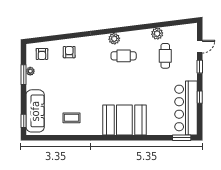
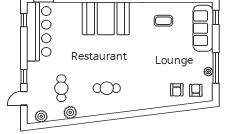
plant: (114, 39) -> (41, 116), moved
armchair: (69, 52) -> (177, 90), moved
window: (24, 75) -> (216, 68), width x1.44
window: (200, 97) -> (24, 20), moved

